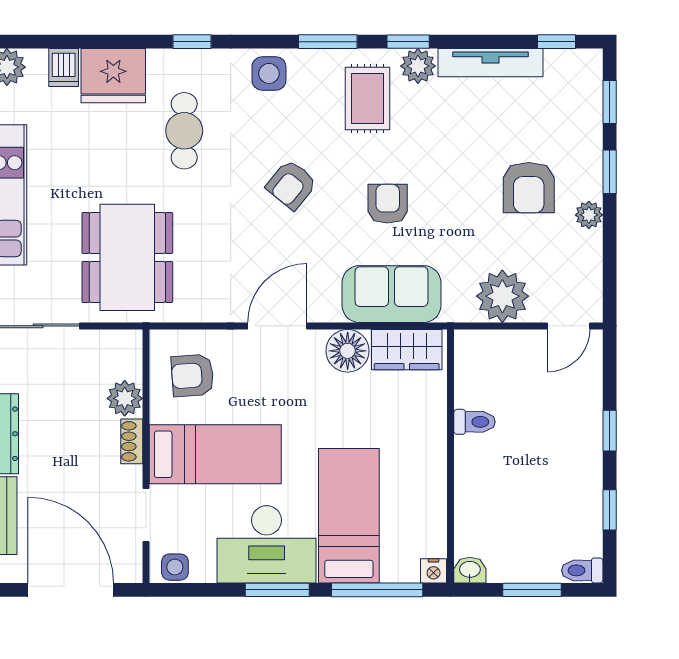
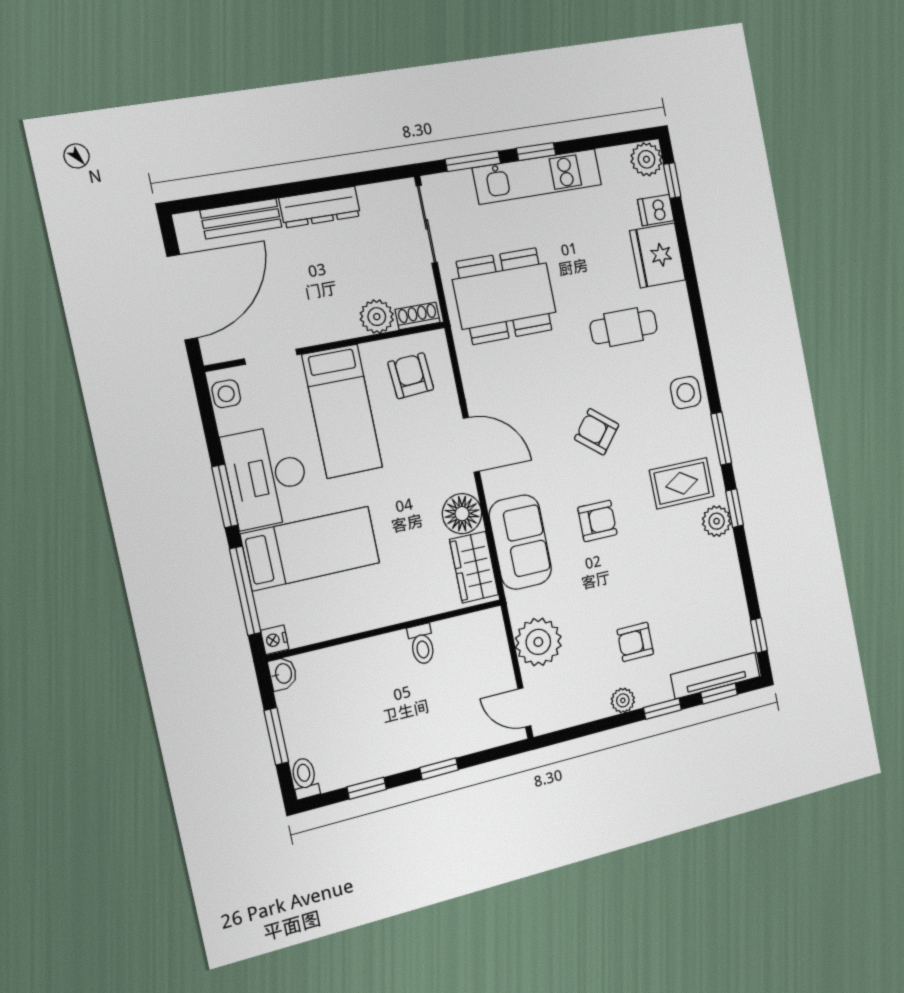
window: (192, 42) -> (672, 181), moved
tv unit: (490, 63) -> (715, 676), moved, turned 90
armchair: (529, 188) -> (635, 642), width x0.72, depth x0.72
shoe rack: (132, 441) -> (418, 316), moved

